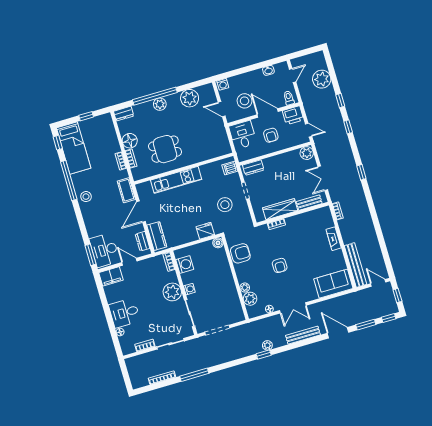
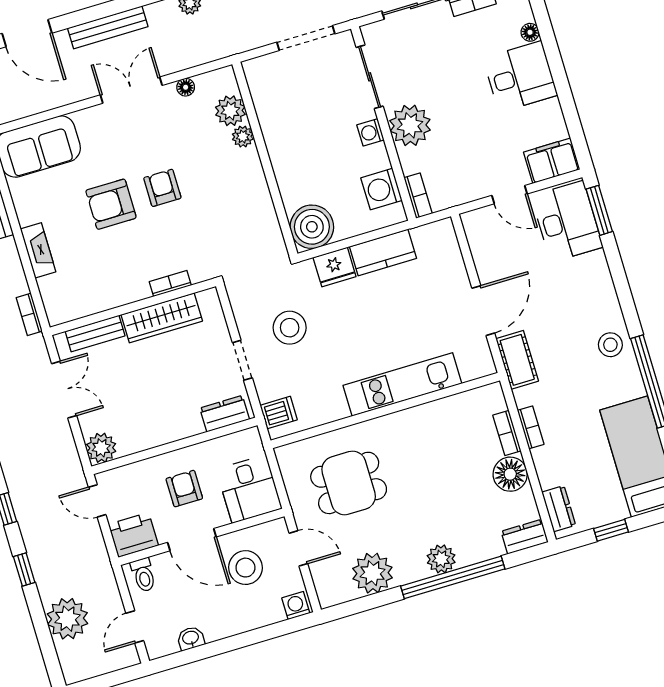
dining table: (165, 149) -> (349, 483), moved
kitchen counter: (157, 236) -> (383, 252), moved, turned -90
dresser: (143, 241) -> (559, 509), moved
boiler: (218, 243) -> (312, 227), width x1.86, depth x1.86
armchair: (240, 253) -> (111, 204), moved

